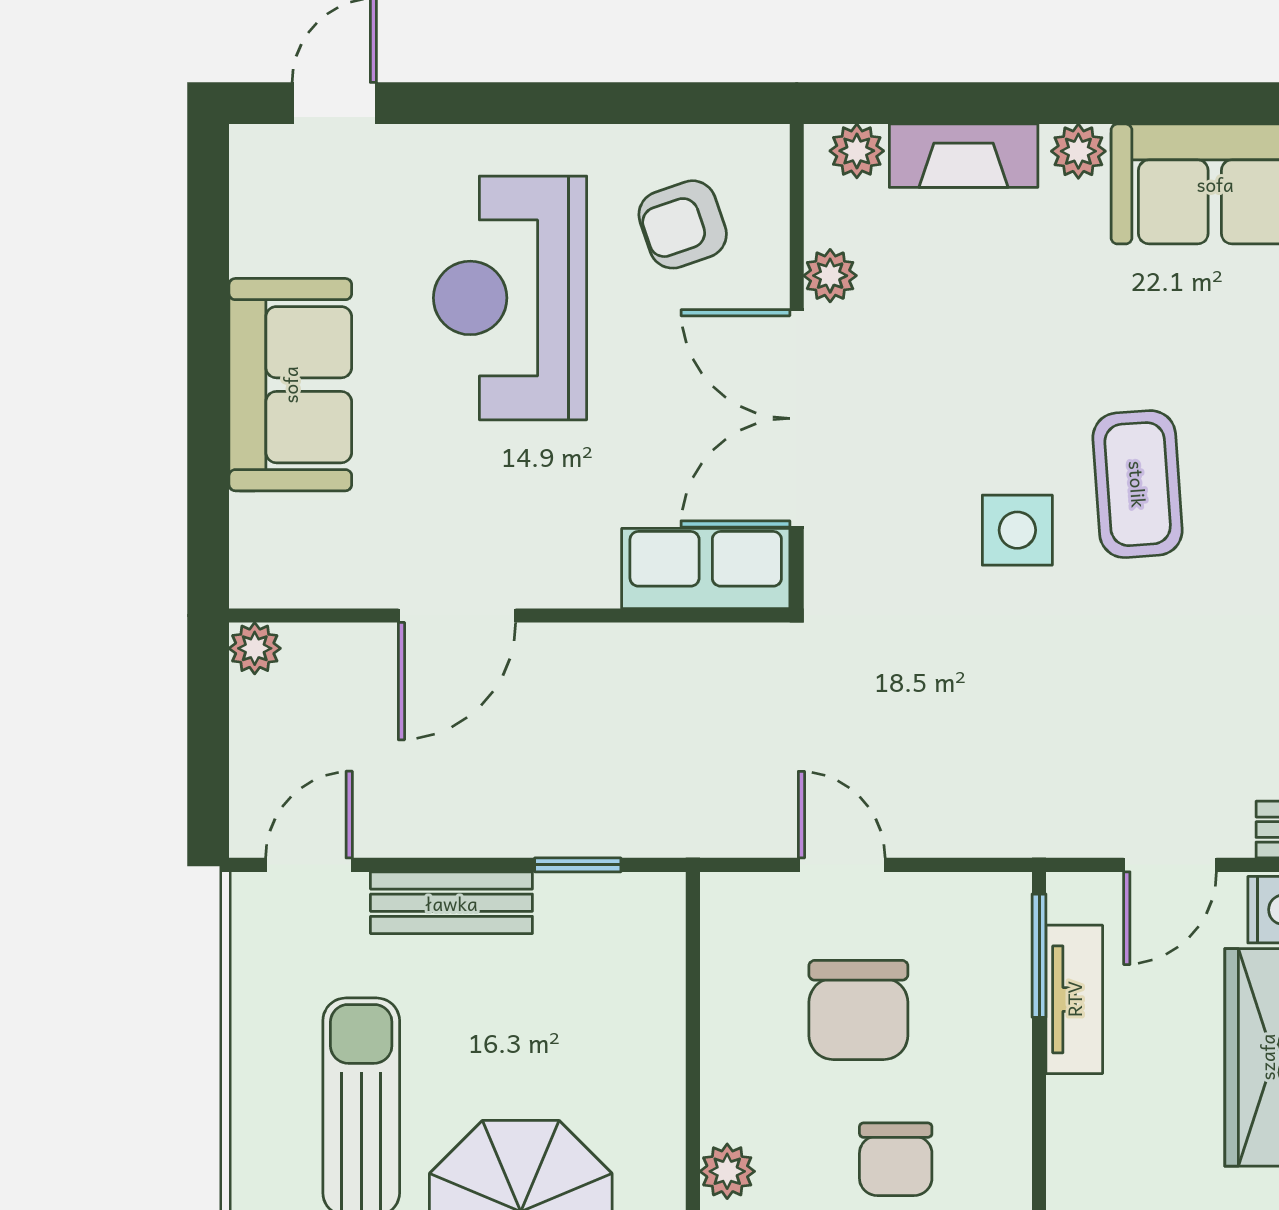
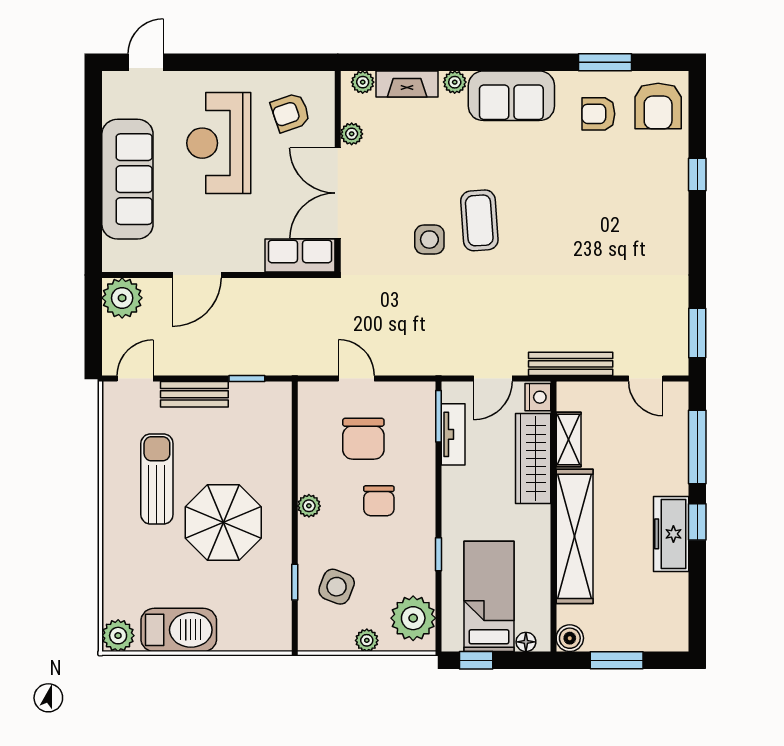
sofa: (290, 385) -> (127, 179), width x1.36
plant: (255, 648) -> (122, 298), width x1.88, depth x1.88

